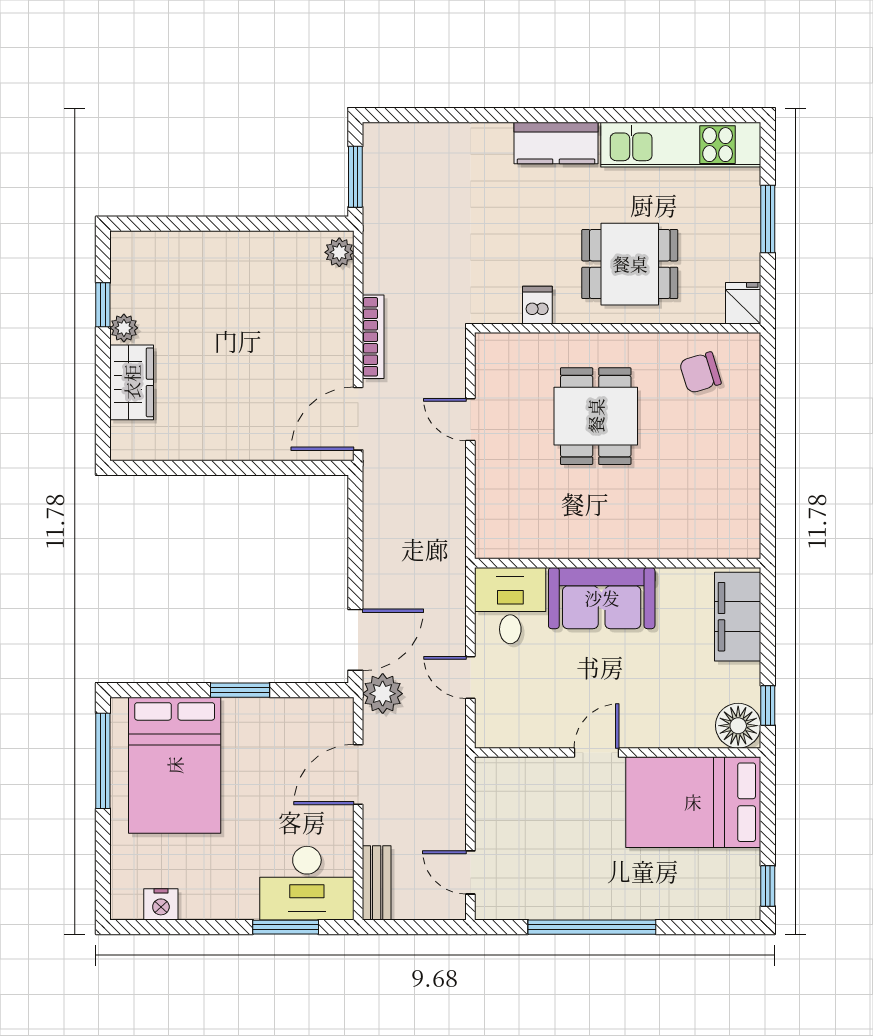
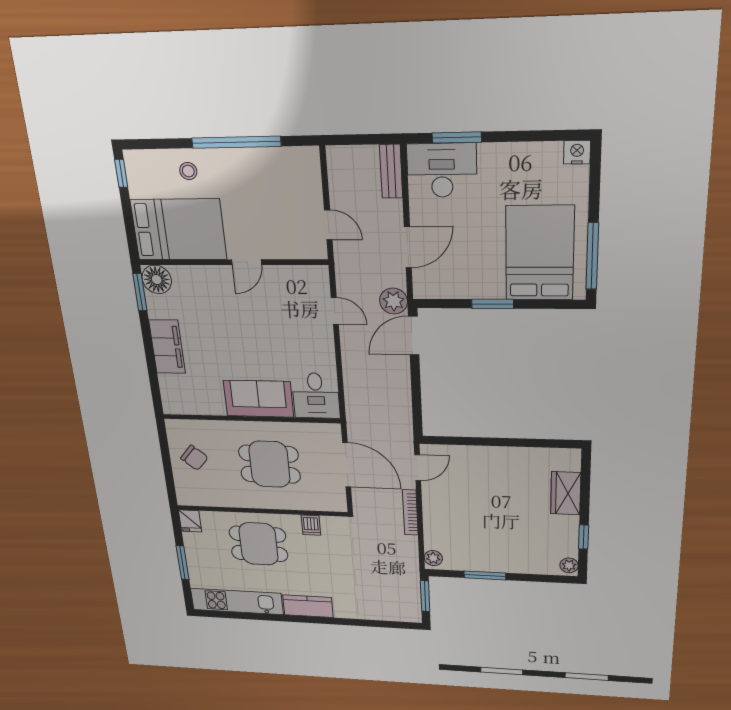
window: (257, 224) -> (485, 575), added
plant: (124, 328) -> (569, 565), moved
chair: (700, 373) -> (194, 458), moved, turned 57
dining table: (596, 416) -> (269, 464), turned 90
door: (358, 419) -> (418, 468), width x0.73
door: (470, 420) -> (347, 465), width x1.88
wall: (618, 563) -> (251, 419), moved
sofa: (602, 598) -> (258, 399), moved
desk: (510, 606) -> (316, 396), moved
window: (768, 706) -> (140, 292), width x1.50
door: (470, 872) -> (328, 225), moved
stool: (667, 888) -> (188, 171), added
nightstand: (161, 904) -> (577, 152), moved

